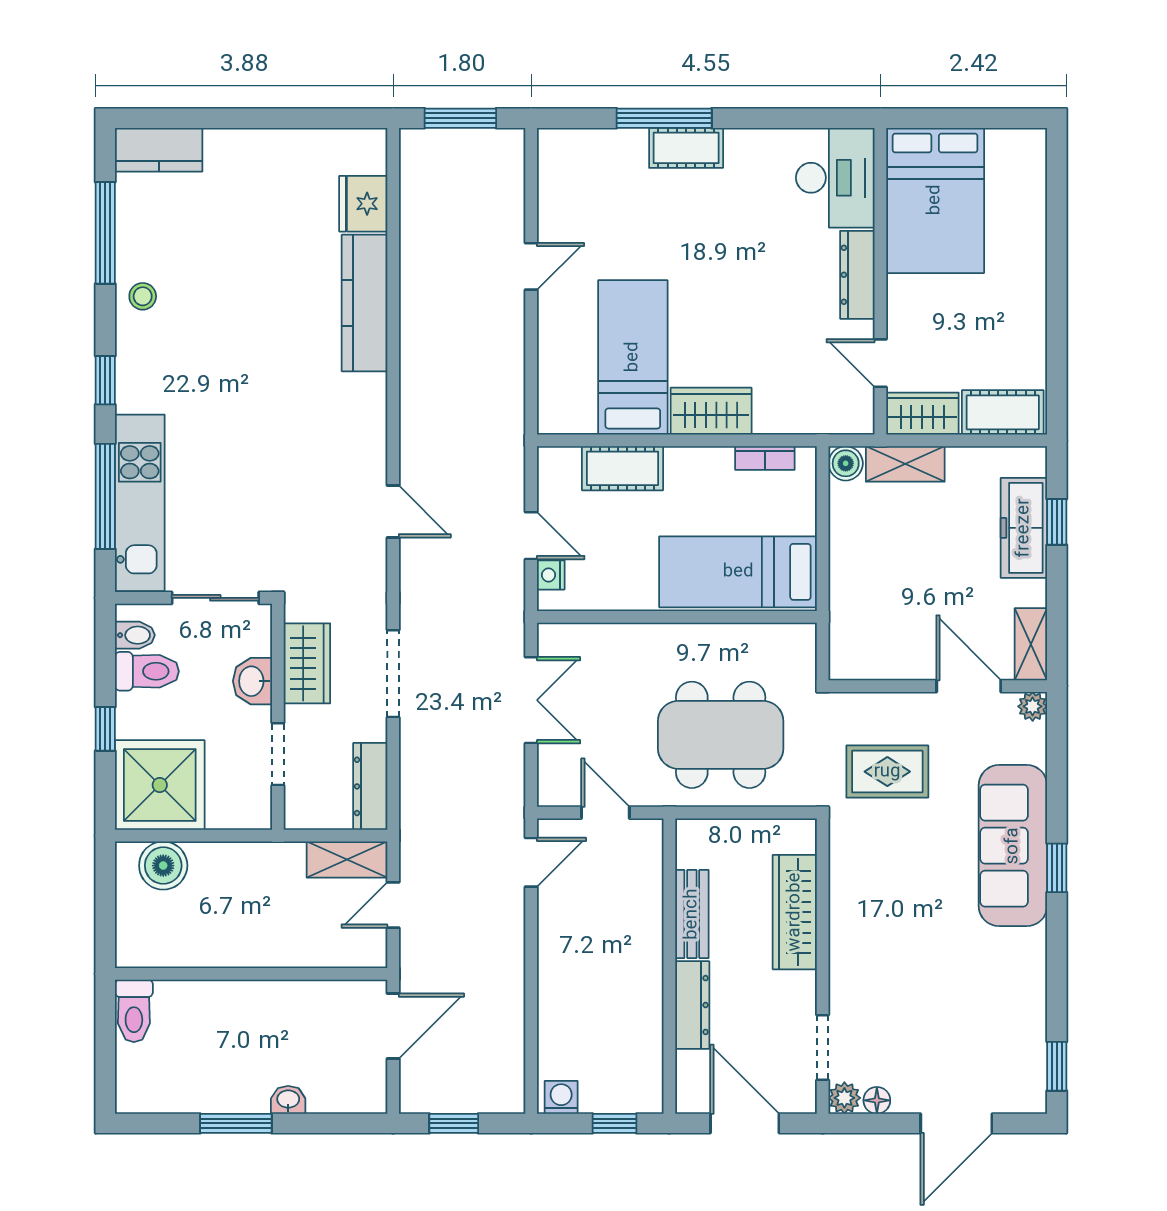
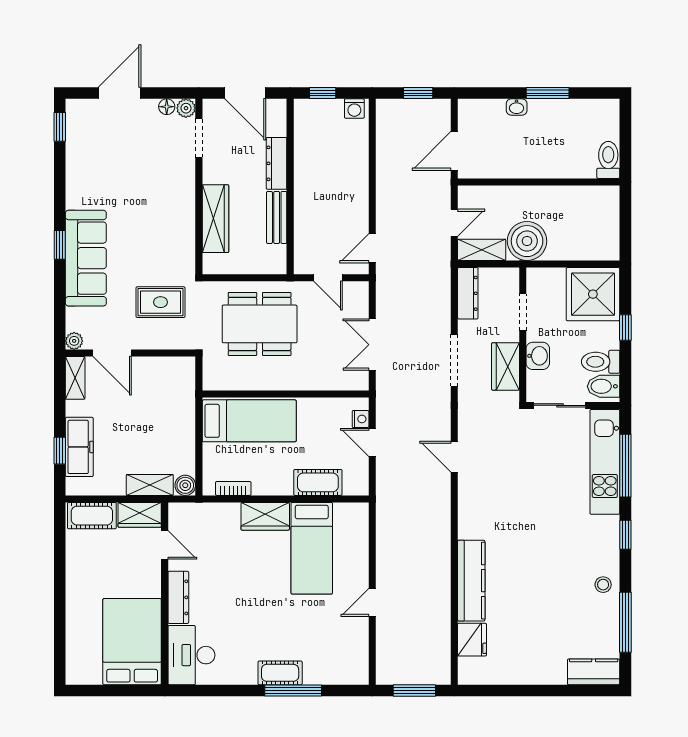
bidet: (135, 635) -> (603, 386), width x1.38, depth x1.36
boiler: (163, 866) -> (527, 241), moved, width x1.37, depth x1.37

